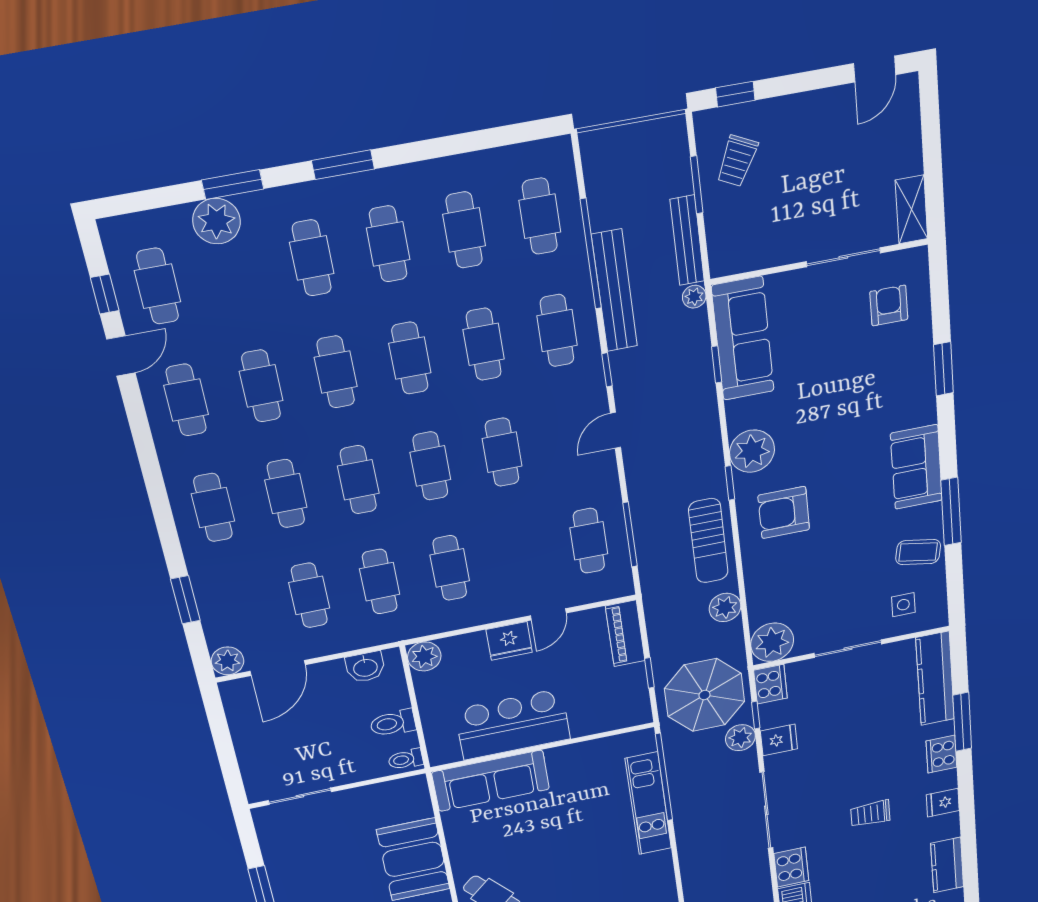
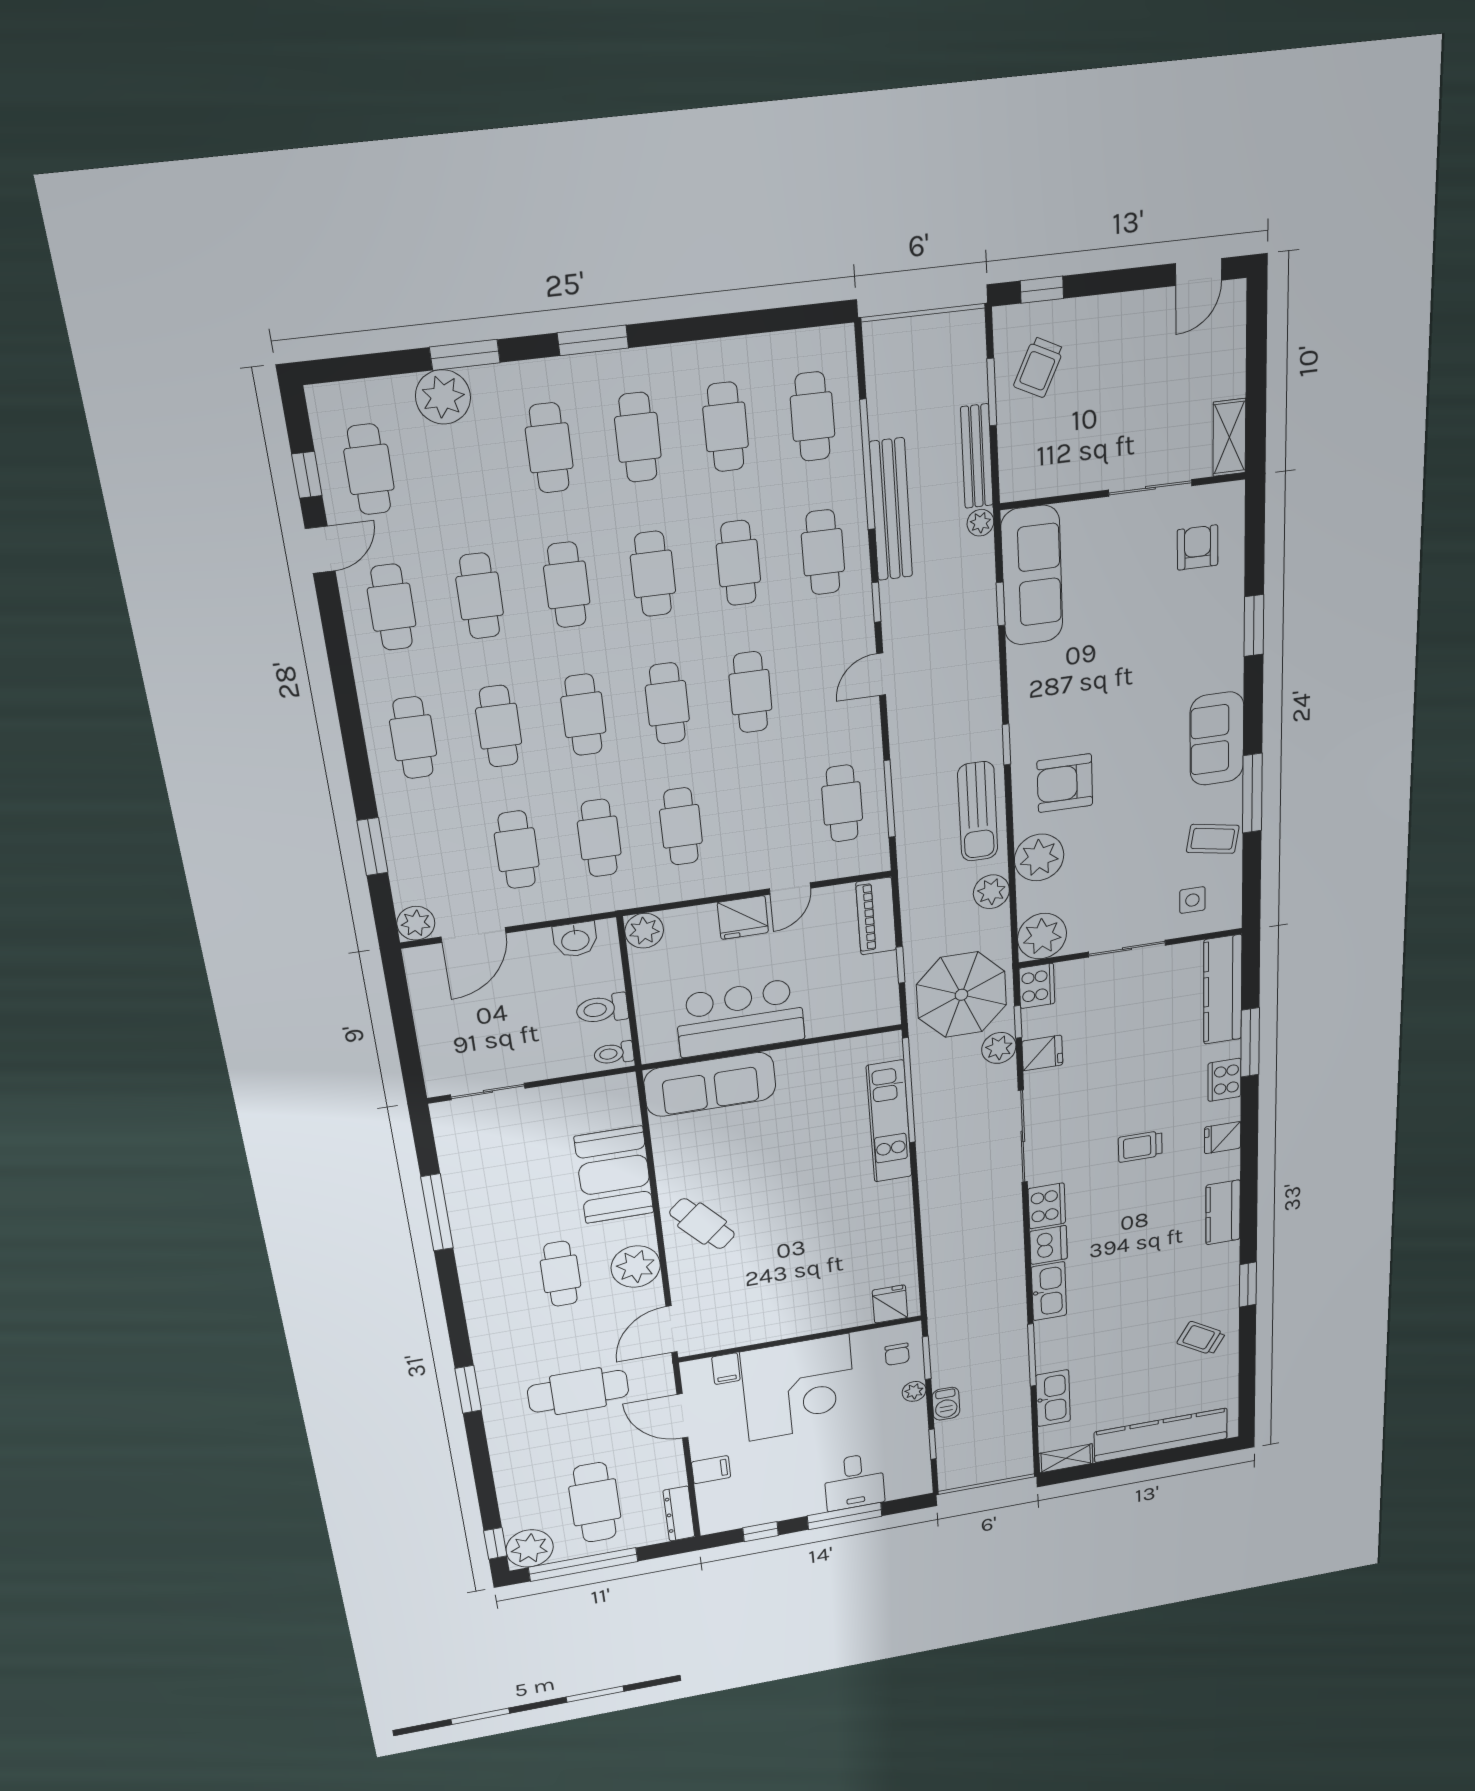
plant: (752, 451) -> (1039, 857), moved

